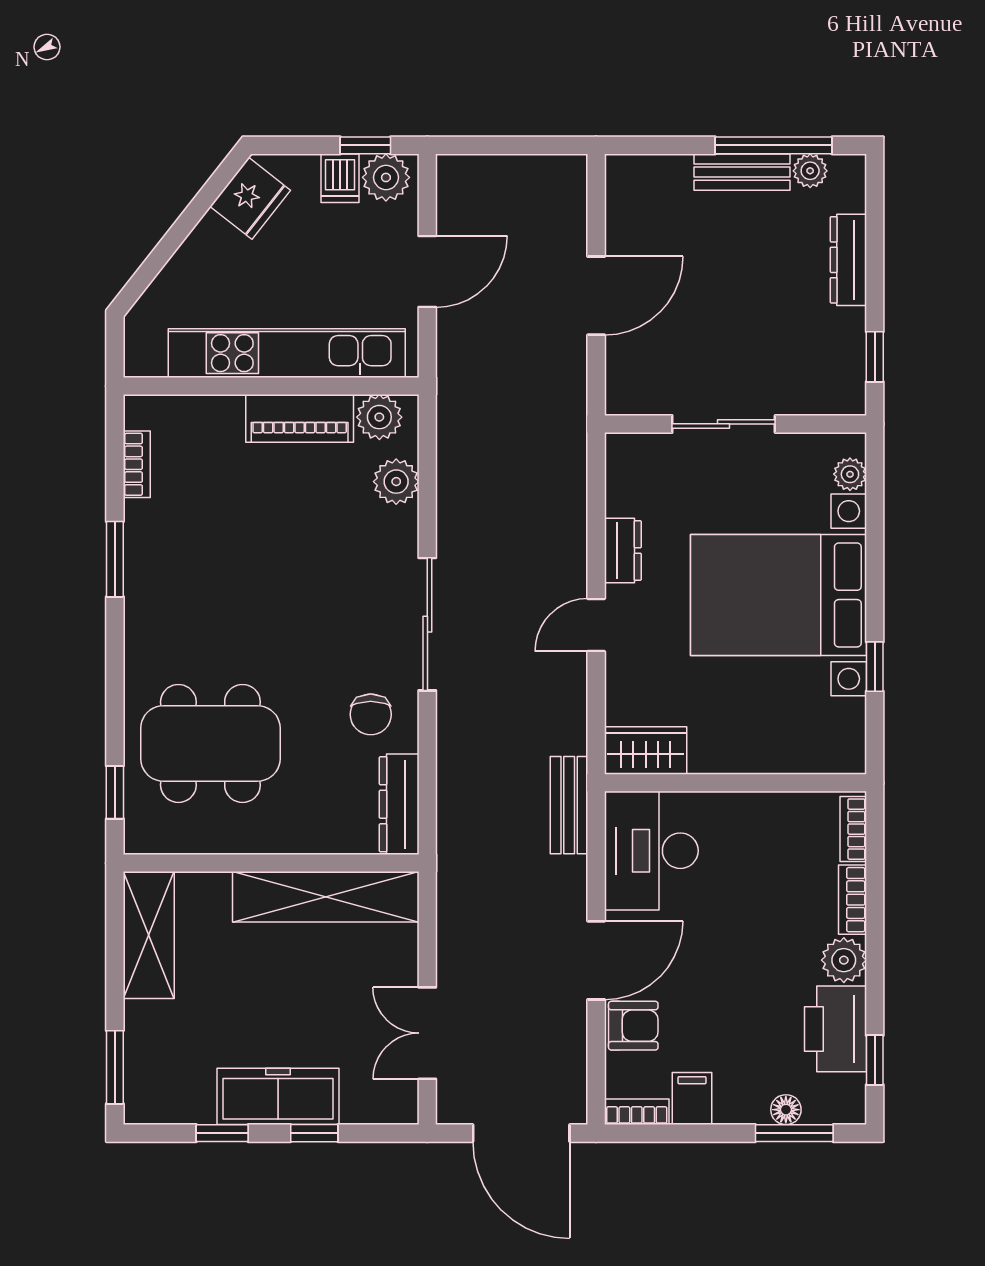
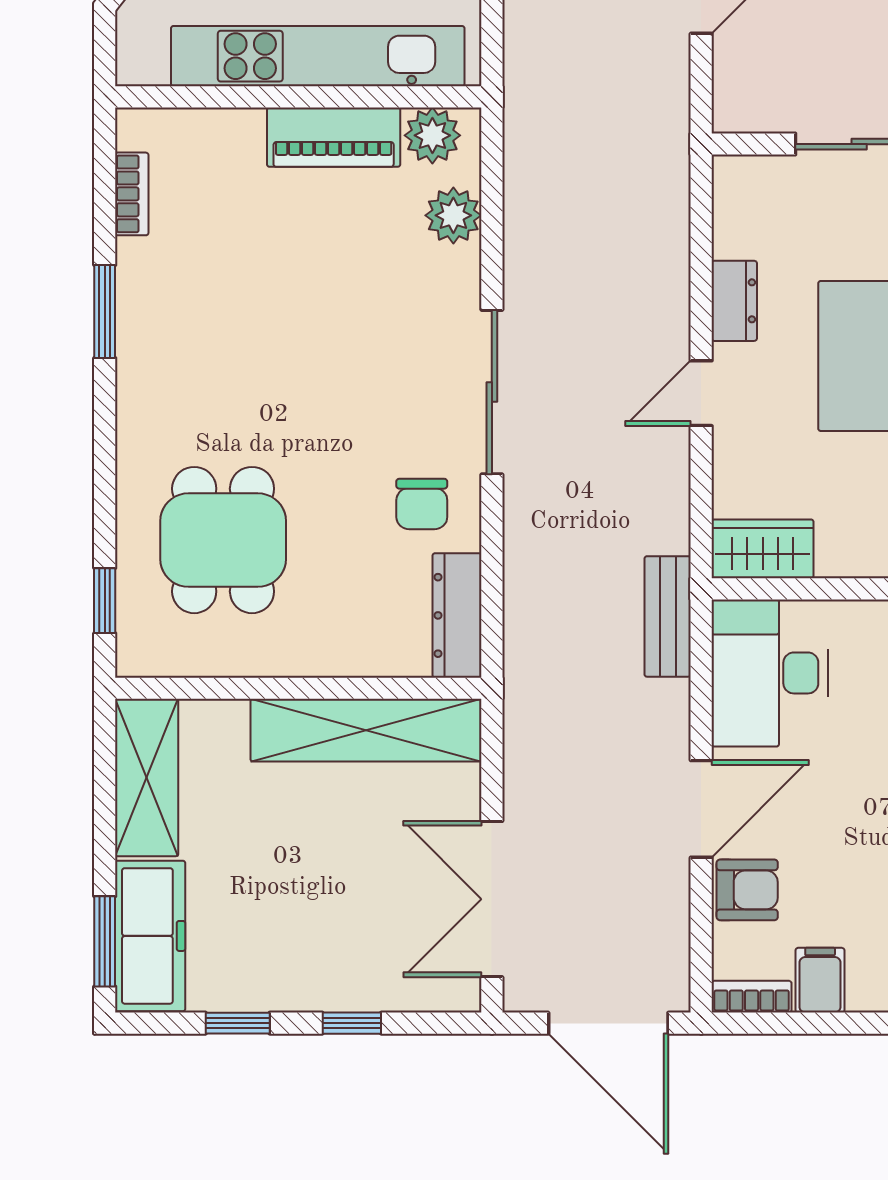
dining table: (210, 743) -> (223, 540), width x0.73
double door: (427, 1033) -> (492, 899), width x1.37
freezer: (278, 1096) -> (150, 936), moved, turned 90

